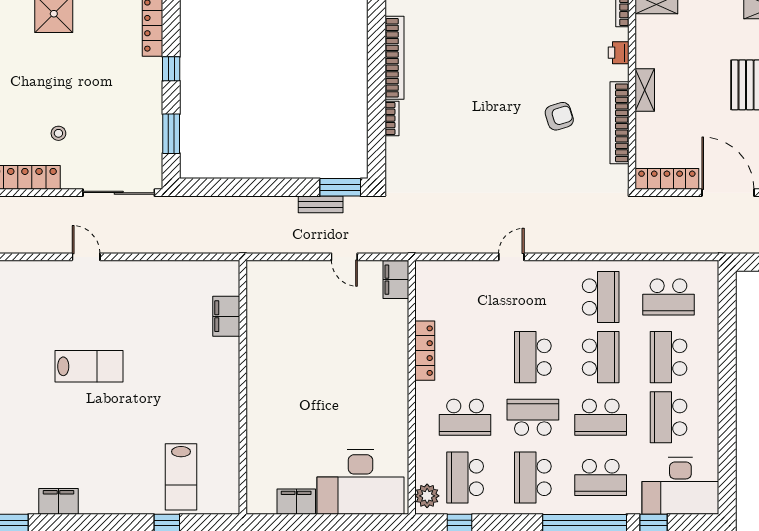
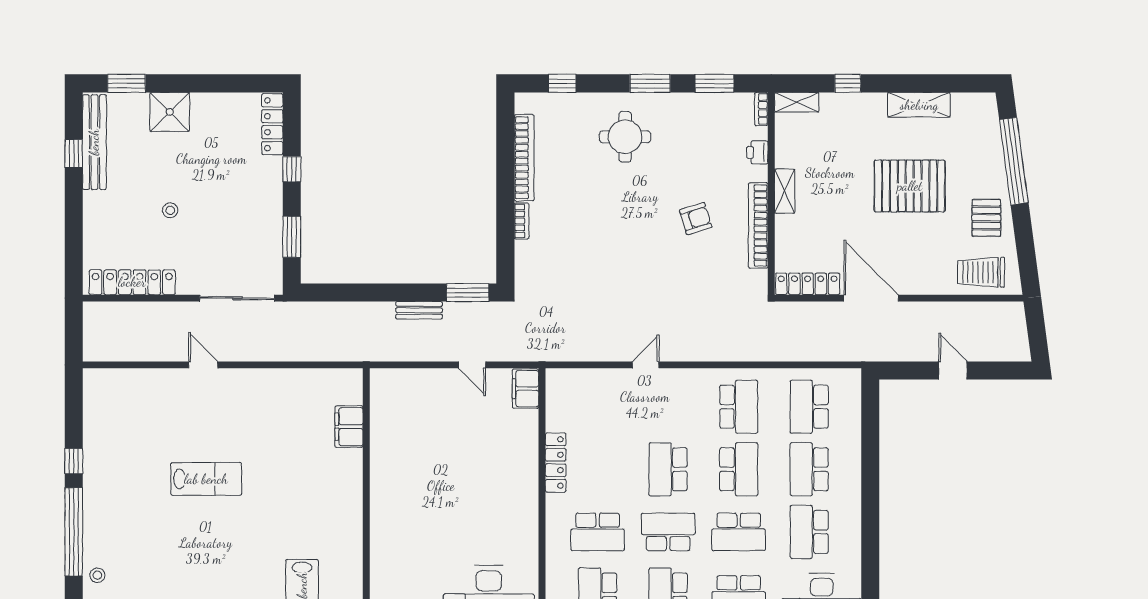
round table: (491, 38) -> (625, 137), added
stool: (58, 133) -> (170, 210), moved
bench: (321, 204) -> (419, 310), moved
school desk: (668, 297) -> (809, 407), turned 90

